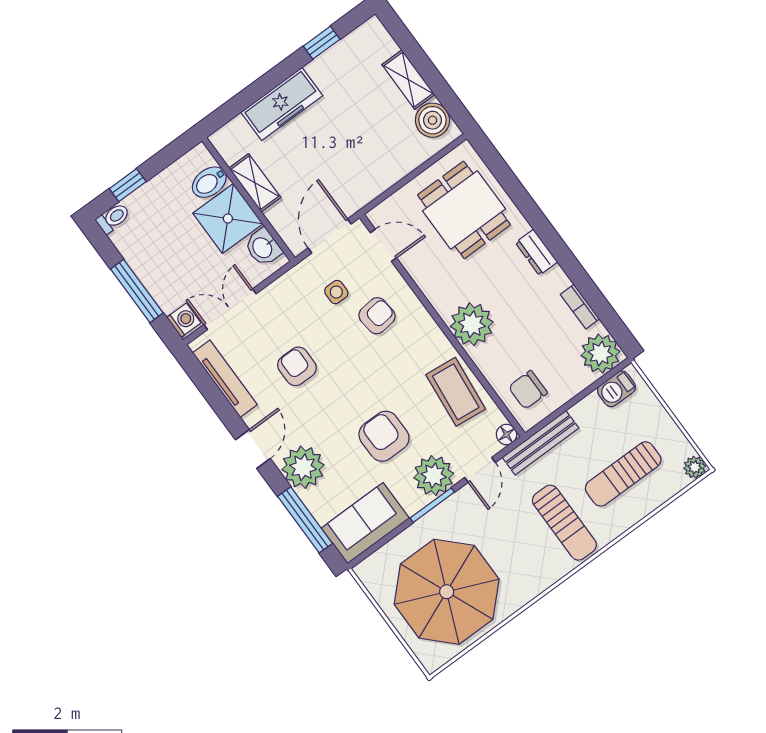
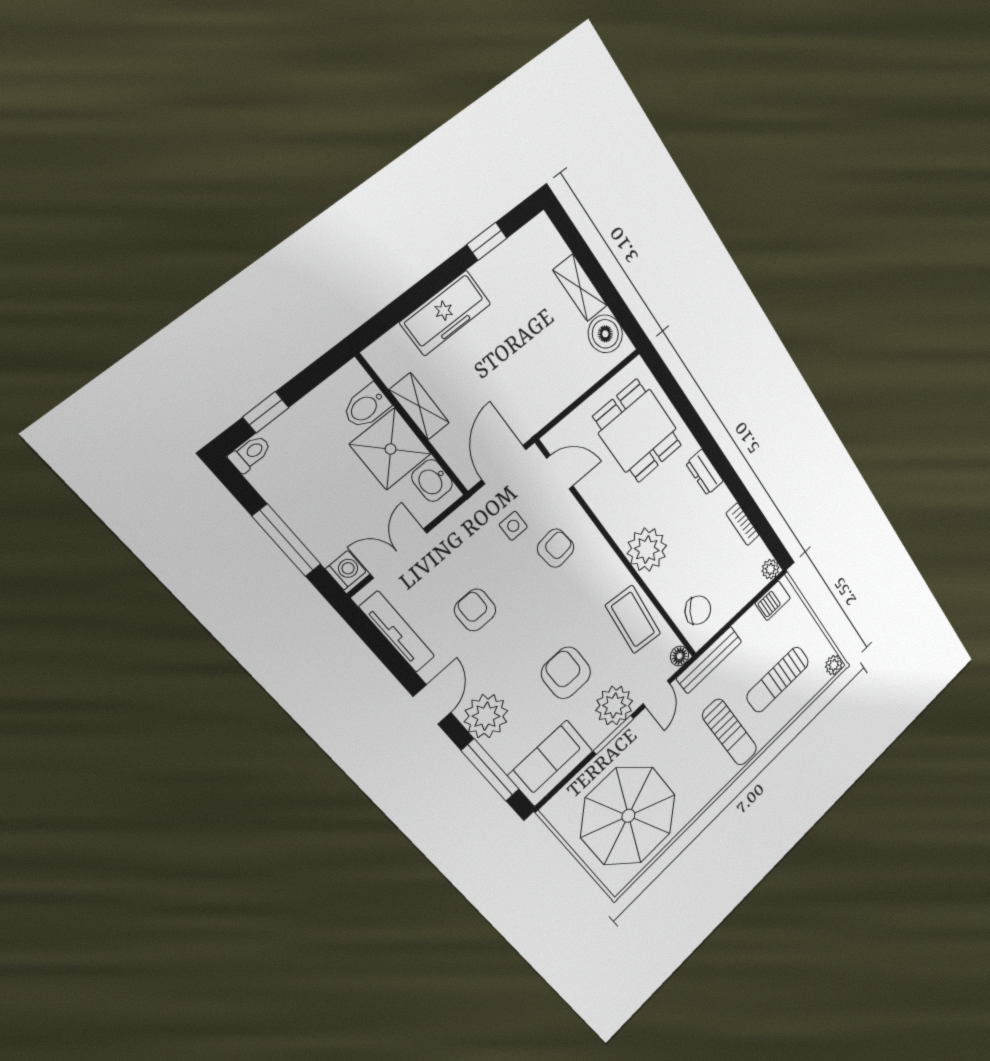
plant: (600, 353) -> (770, 569), width x0.53, depth x0.53
chair: (528, 390) -> (698, 610), turned -147

